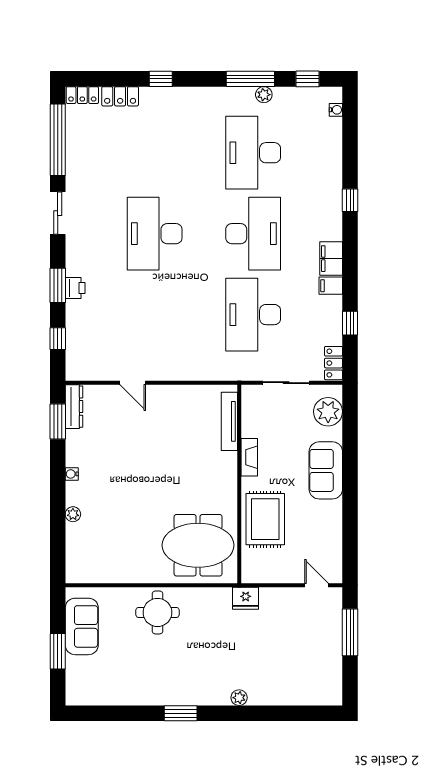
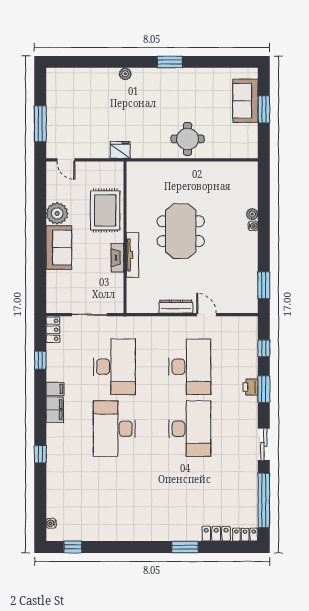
window: (161, 79) -> (185, 547), width x1.50
window: (250, 79) -> (117, 547), removed
plant: (264, 95) -> (106, 535), removed
desk: (253, 153) -> (190, 367), moved
dresser: (74, 407) -> (176, 307), moved, turned 90
plant: (328, 412) -> (57, 213), moved
tv unit: (229, 421) -> (133, 255), moved
water cooler: (72, 474) -> (253, 226), moved
meeting table: (198, 545) -> (181, 231), moved, turned 90
sofa: (82, 626) -> (245, 101), moved

